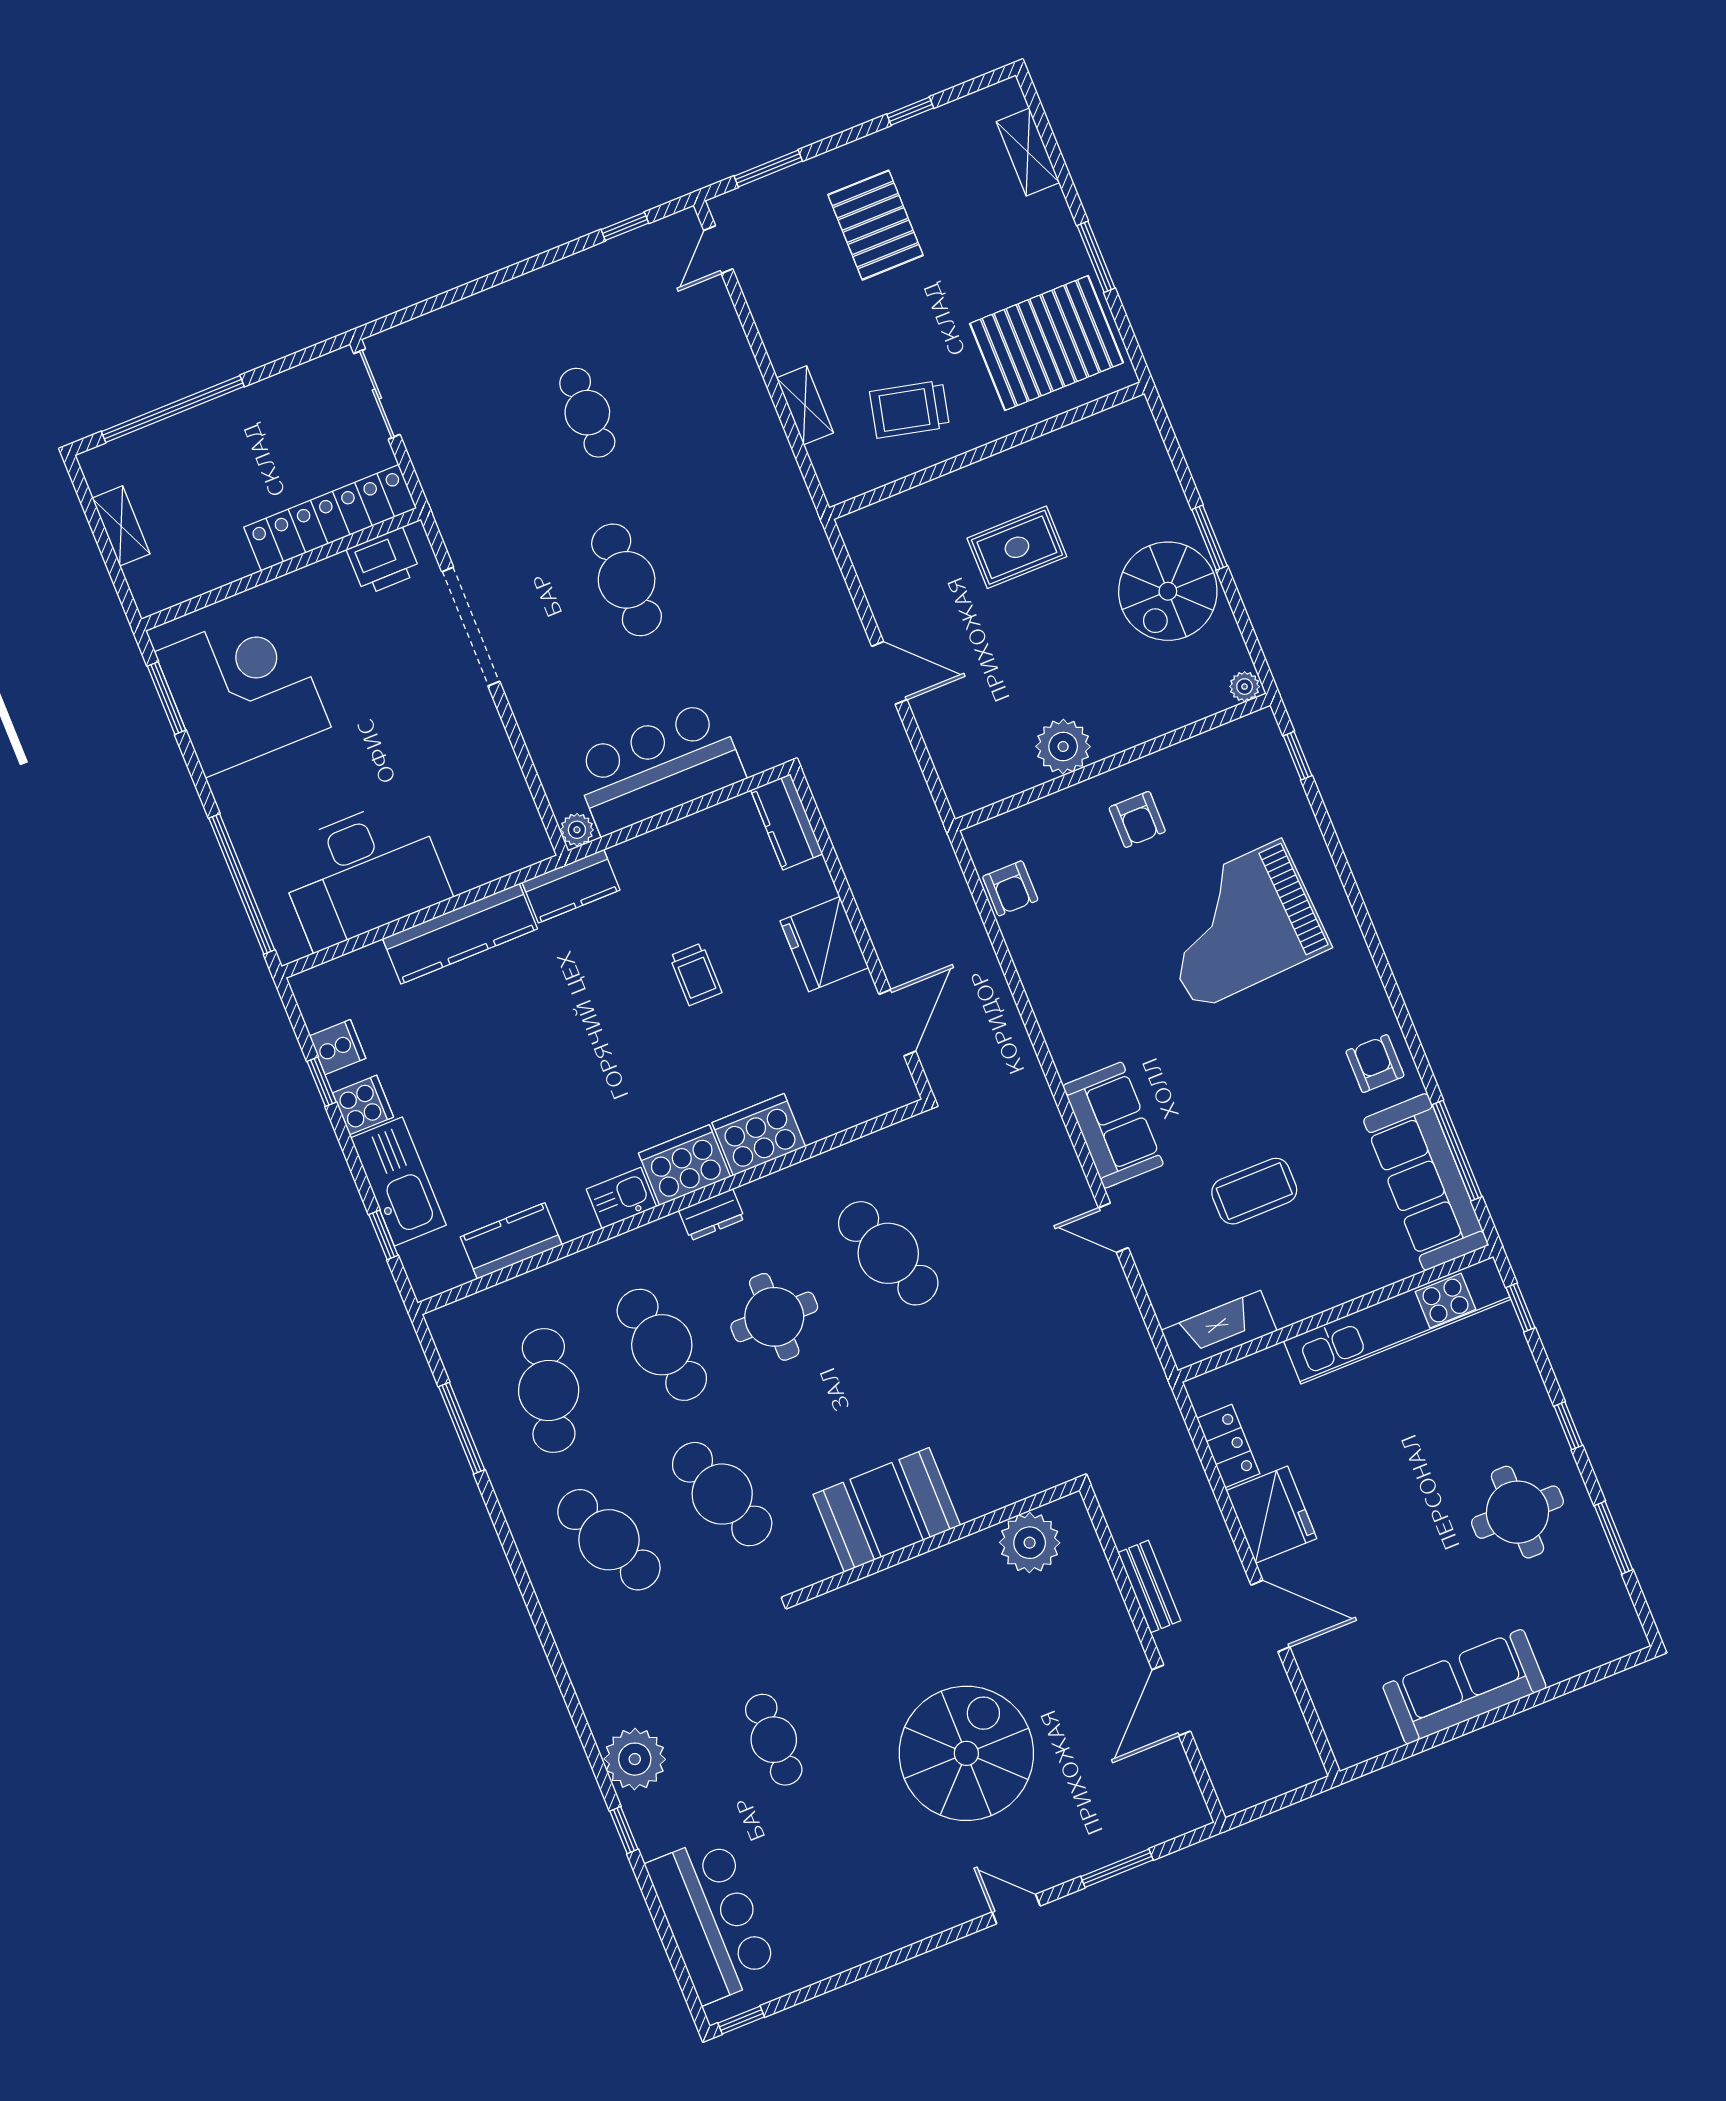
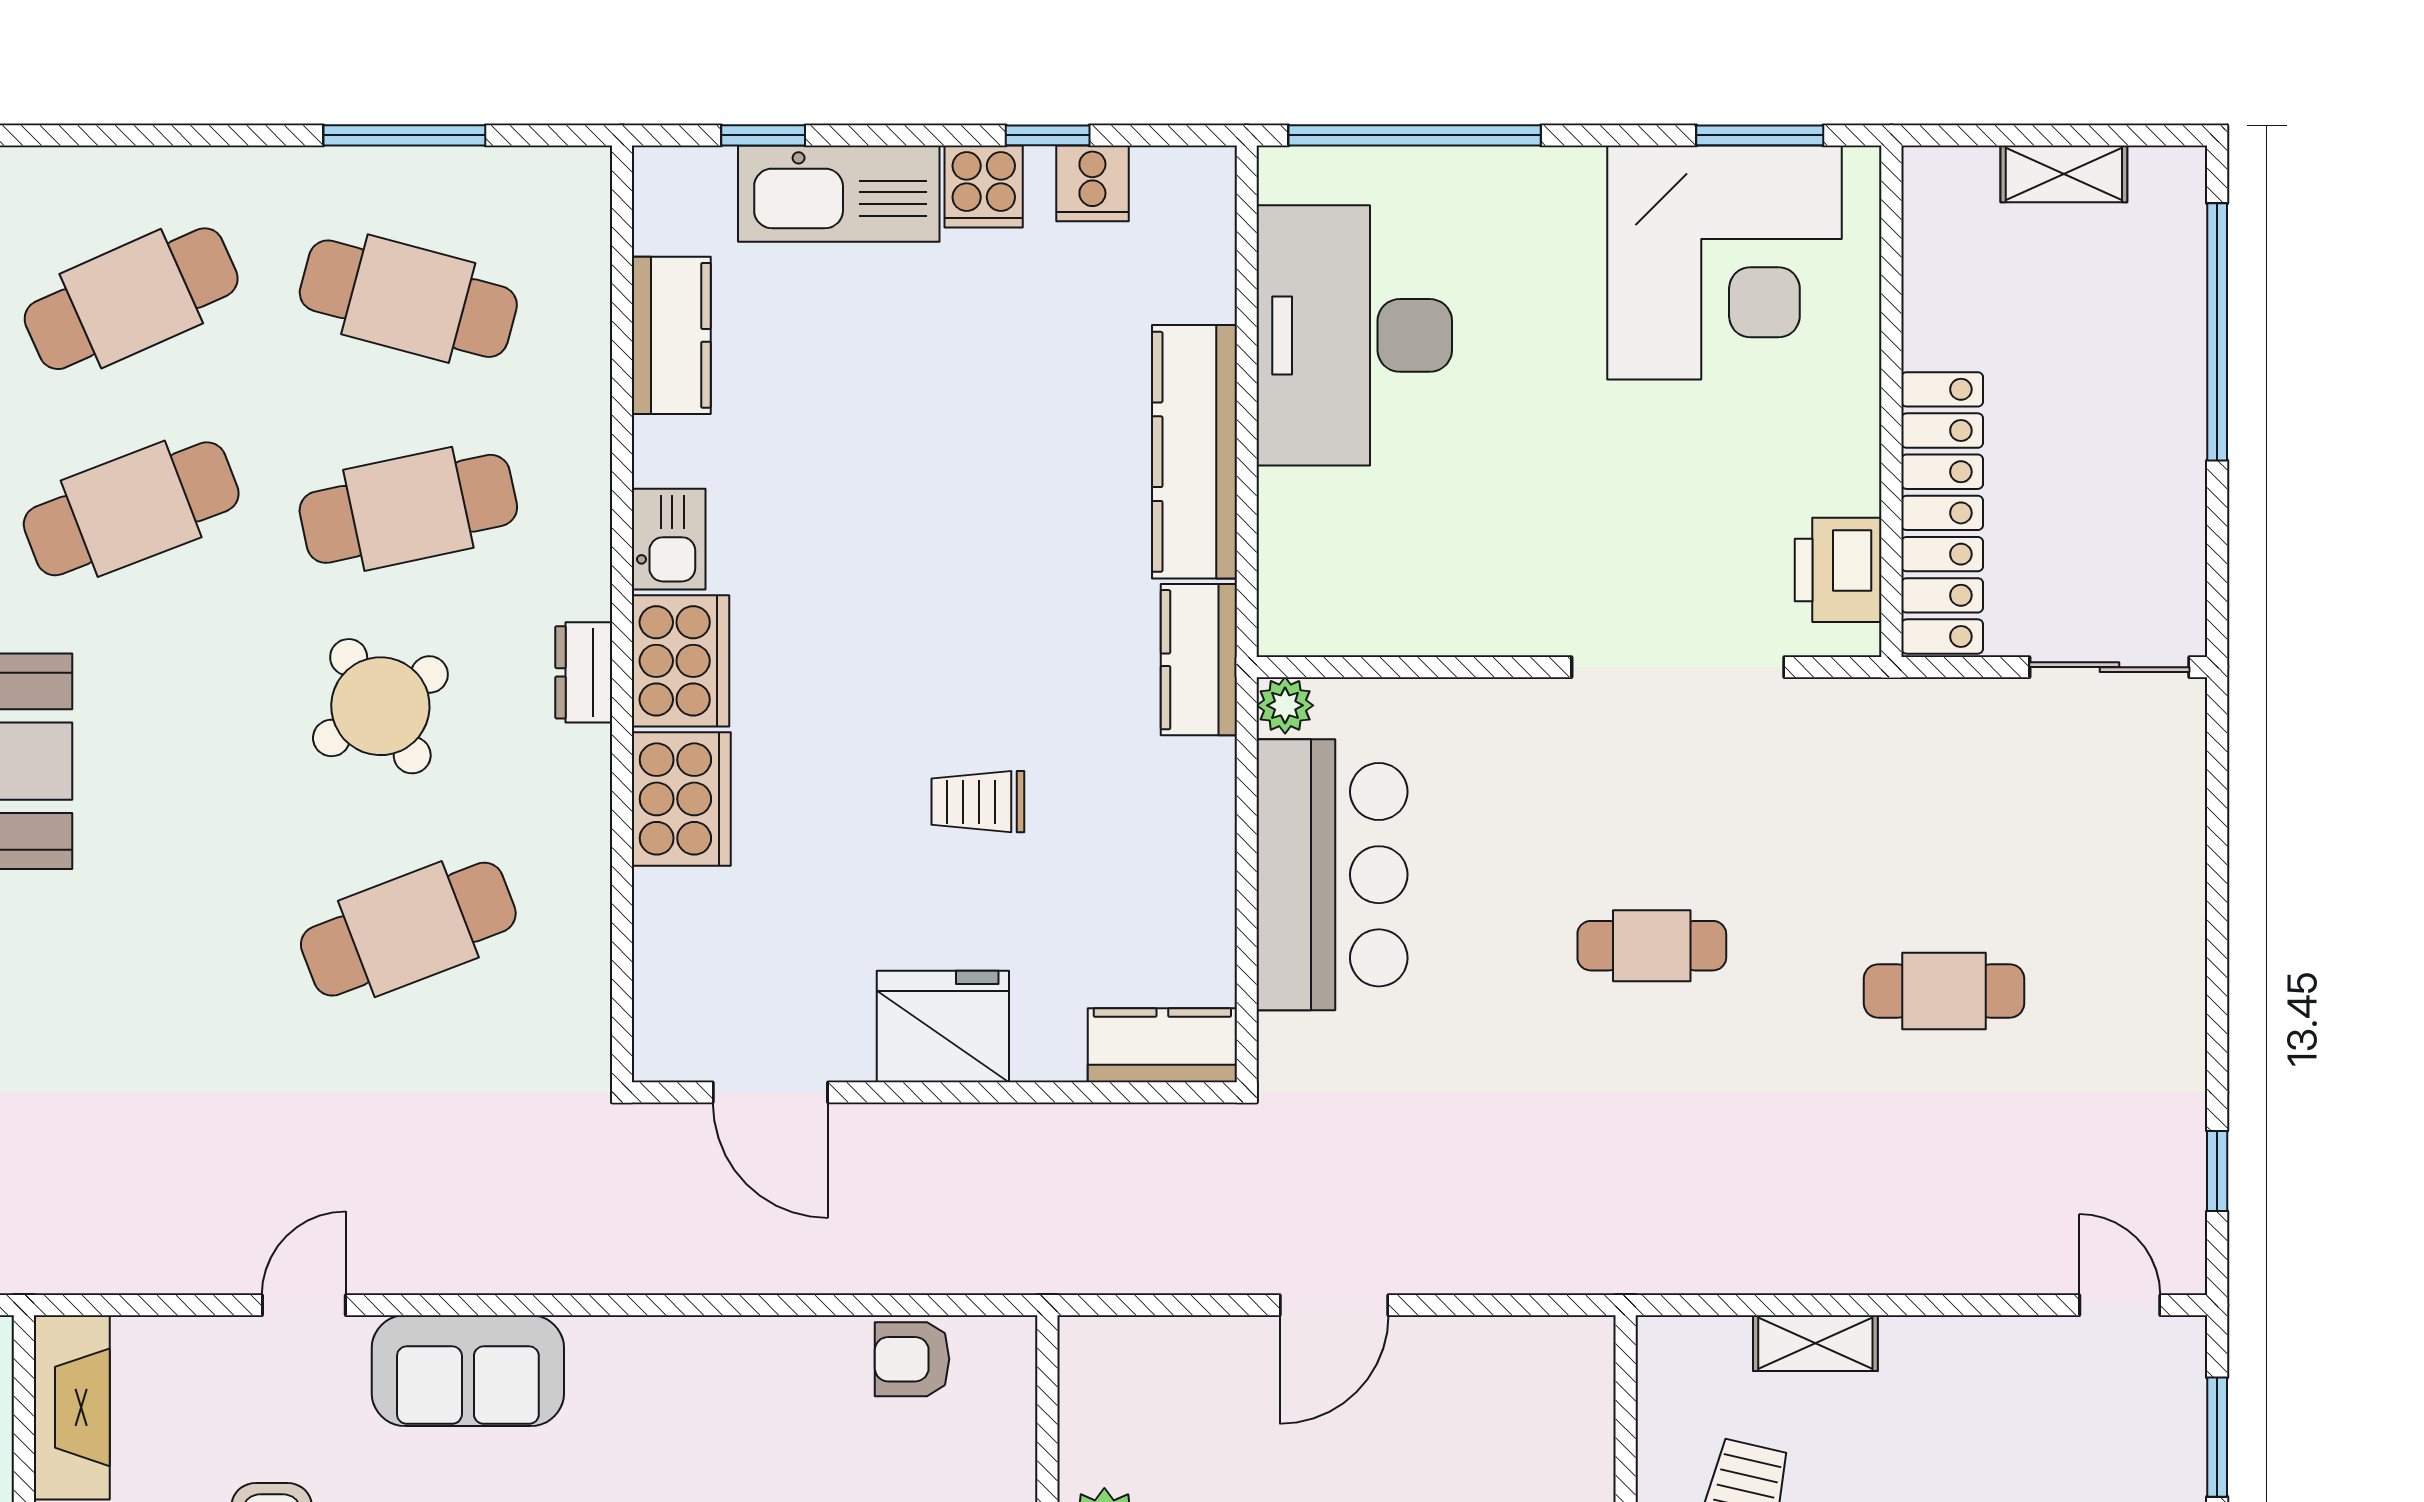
cafe table: (627, 580) -> (1652, 946), width x0.73, depth x0.74
round table: (774, 1317) -> (380, 706), turned -33

